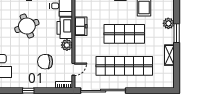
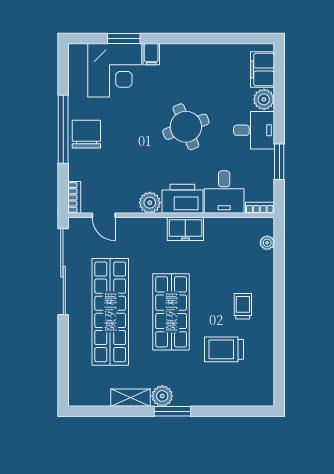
plant: (168, 23) -> (162, 396), moved
chair: (45, 62) -> (86, 134), moved
window: (28, 91) -> (63, 129), width x3.17

